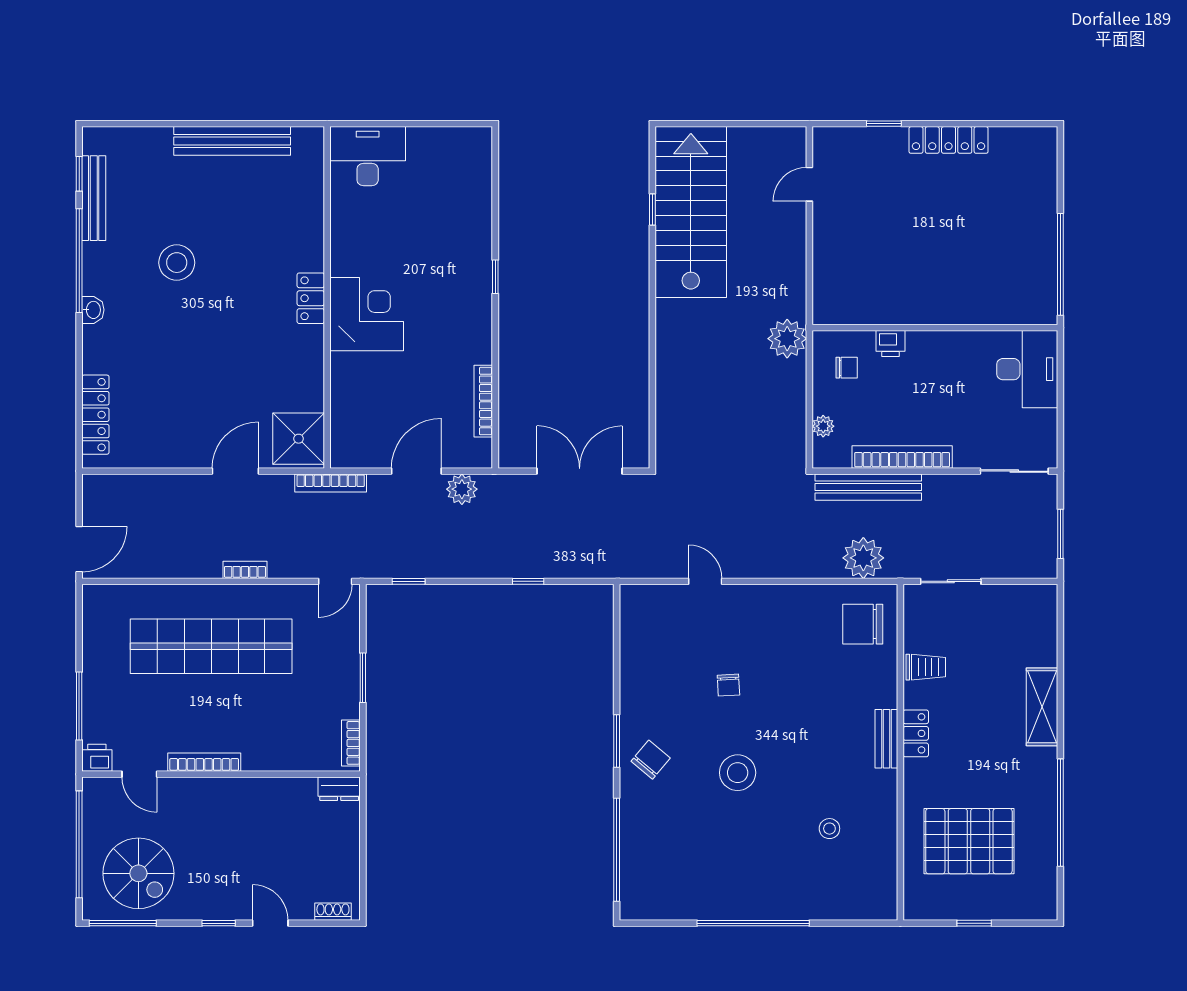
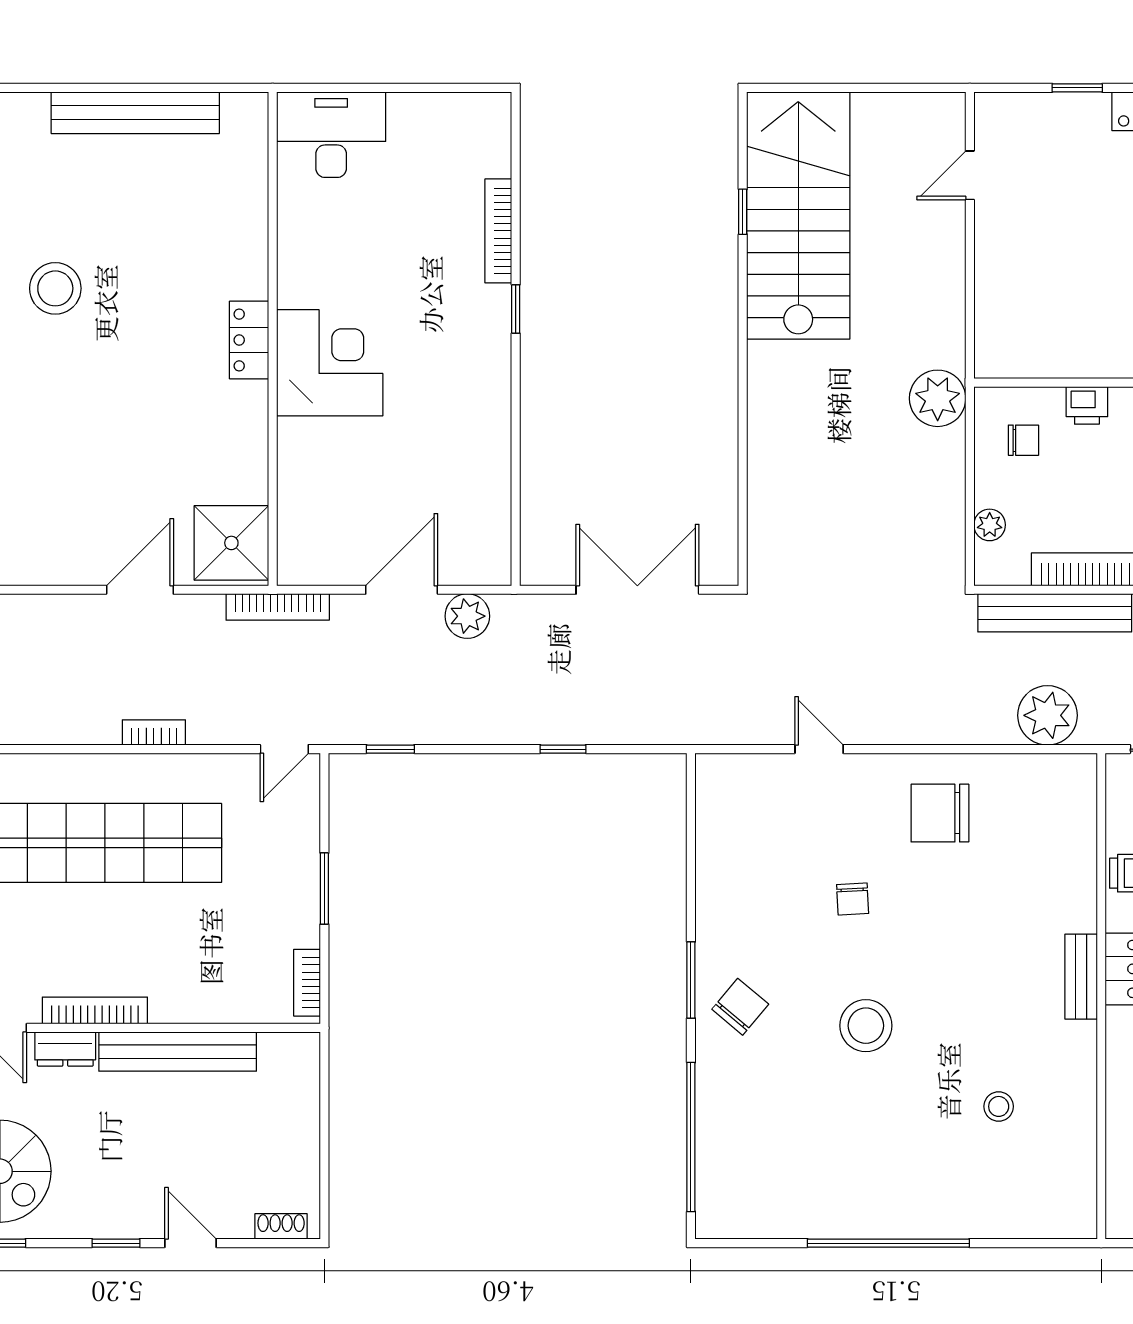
bookcase: (483, 401) -> (498, 231), moved
chair: (863, 624) -> (940, 813), moved
dresser: (339, 789) -> (65, 1049), moved
bench: (261, 791) -> (178, 1052), added

